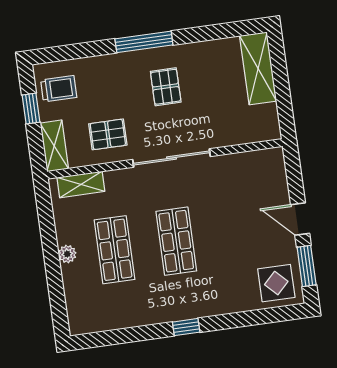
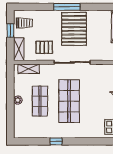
pallet: (166, 87) -> (74, 29), width x2.05, depth x2.00
shop shelf: (176, 241) -> (69, 101), width x1.43, depth x1.36
window: (186, 327) -> (56, 141), moved

